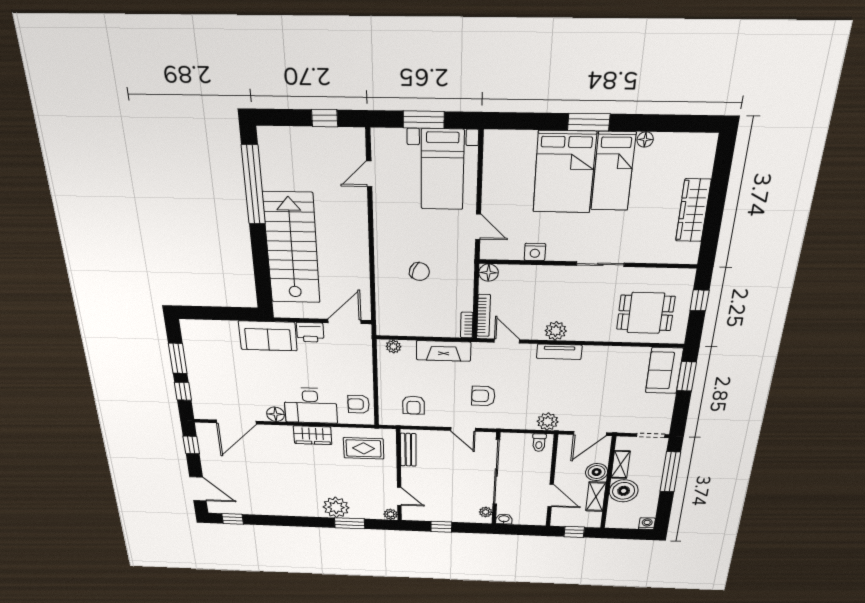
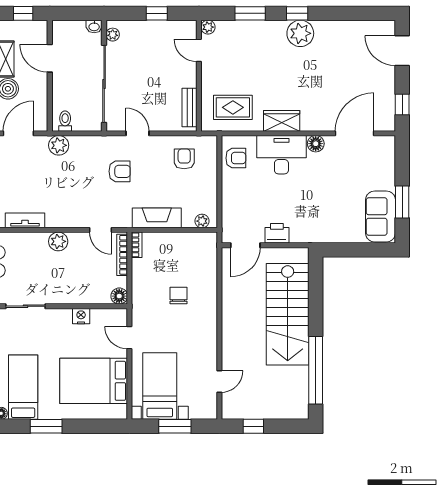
bed: (564, 172) -> (94, 381), moved, turned -90
chair: (419, 272) -> (178, 295), turned 67
sofa: (268, 336) -> (380, 216), moved, turned -90
tv unit: (559, 352) -> (25, 220), moved
window: (183, 391) -> (402, 166), removed
plant: (336, 507) -> (300, 33), moved
window: (233, 519) -> (297, 13), moved

